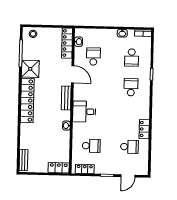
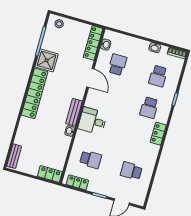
school desk: (131, 87) -> (149, 108), turned 180
bench: (66, 98) -> (74, 112), moved
locker: (144, 129) -> (158, 134), moved
school desk: (129, 147) -> (131, 171), turned 180

